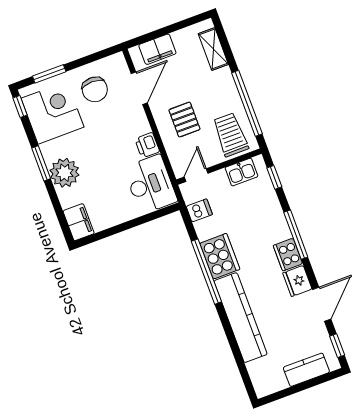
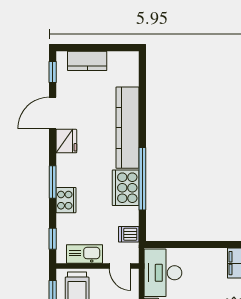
kitchen sink: (241, 172) -> (85, 254), width x1.38
door: (196, 175) -> (120, 266), hinge flipped
window: (296, 235) -> (53, 182), width x0.69
cooker: (288, 255) -> (66, 200), moved

